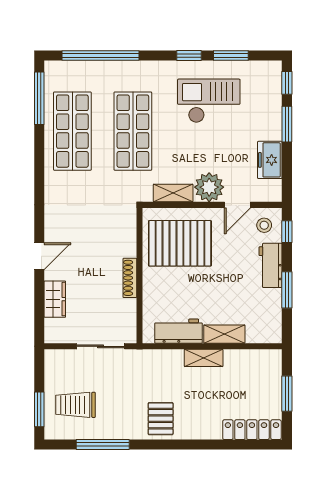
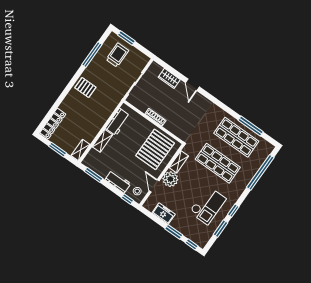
window: (39, 98) -> (251, 126), moved
window: (287, 290) -> (93, 175), moved
shelving: (204, 358) -> (80, 150), moved

